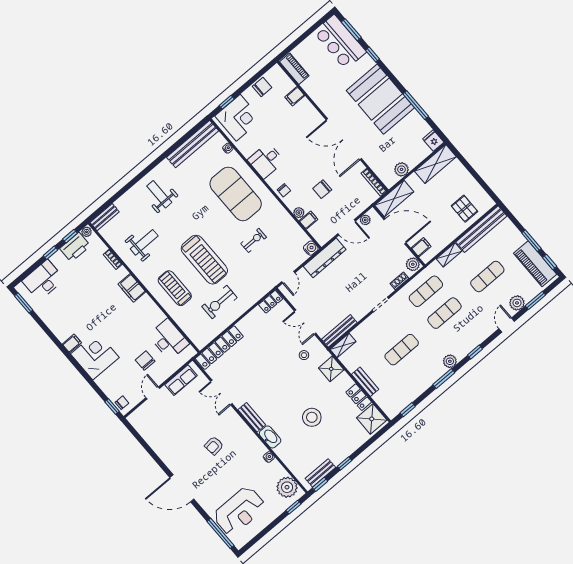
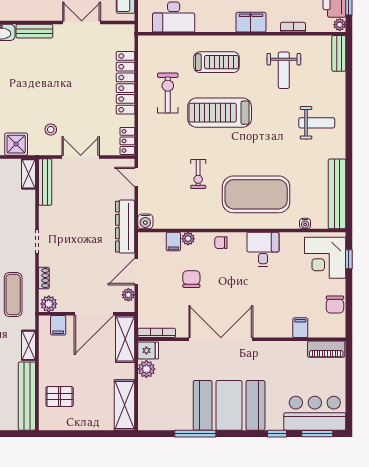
fridge: (433, 141) -> (148, 351), moved
locker: (219, 348) -> (125, 83), moved

